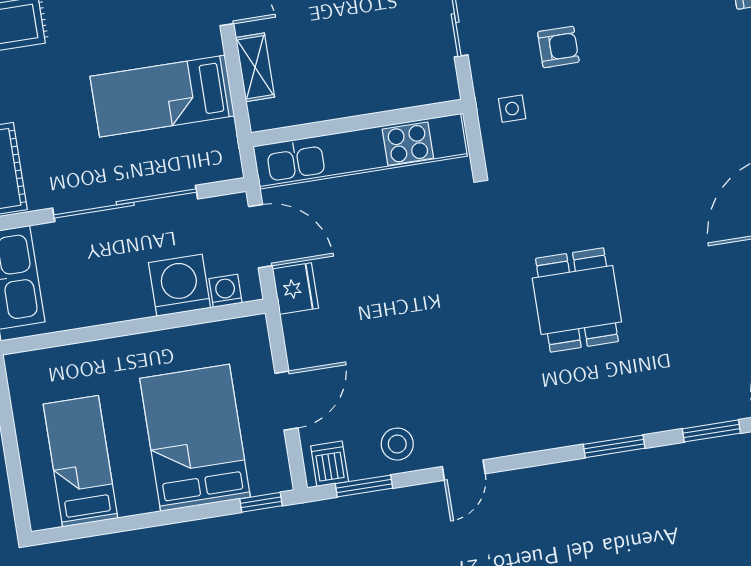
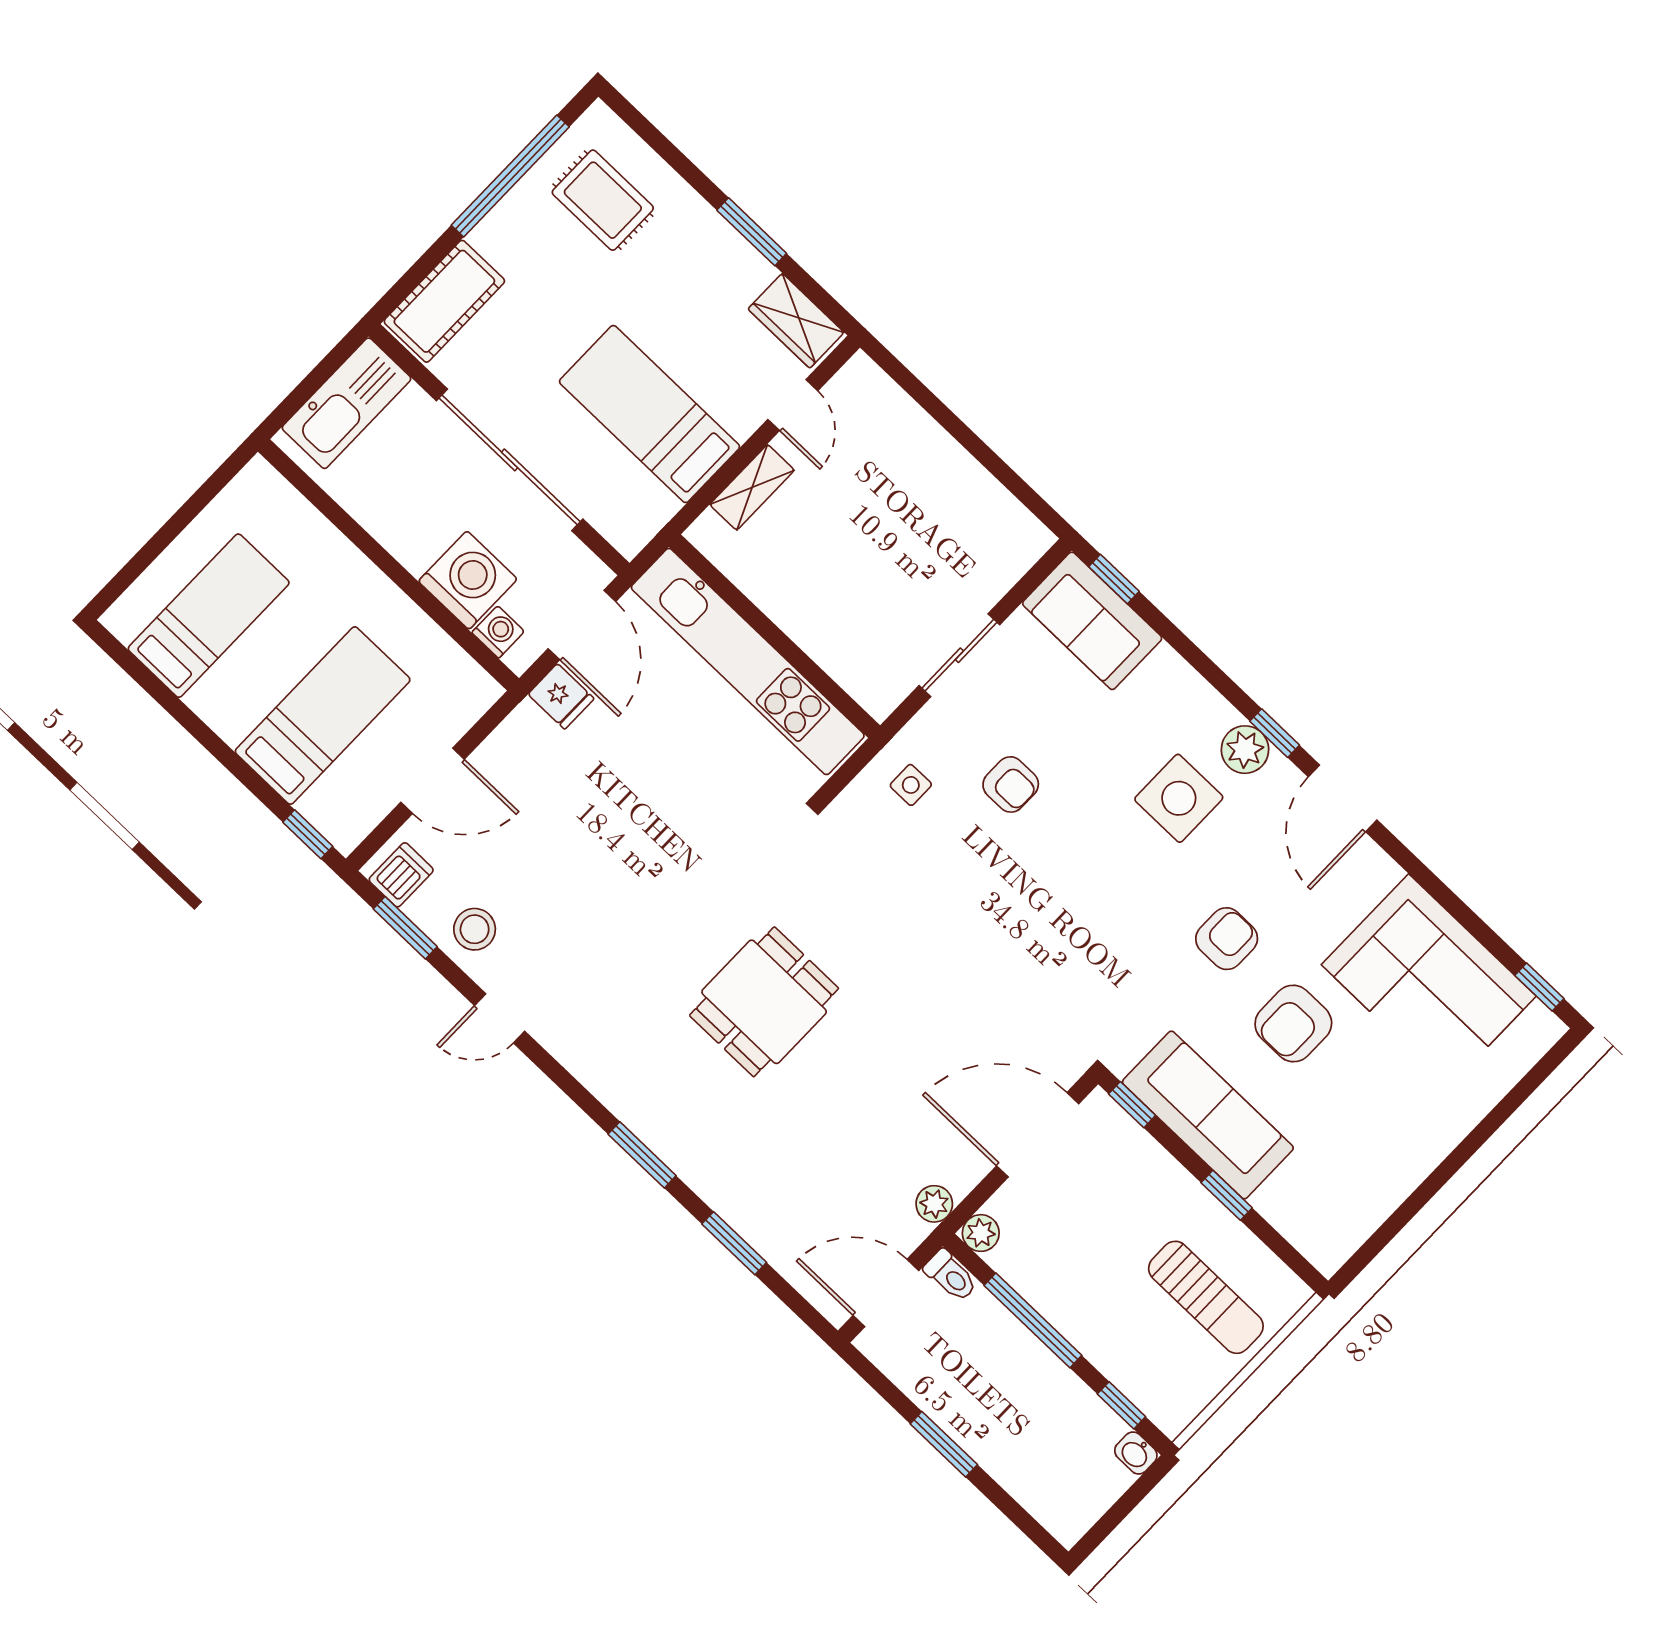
fridge: (295, 289) -> (561, 696), width x0.72
bed: (195, 438) -> (323, 716), width x0.67

